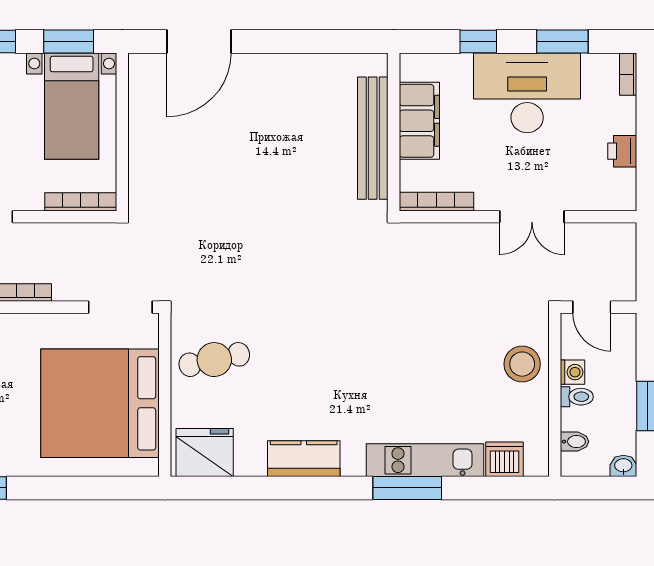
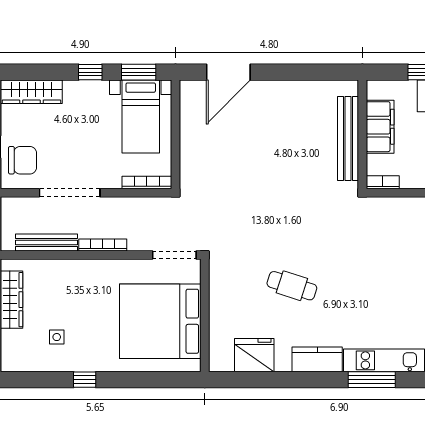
bookcase: (436, 202) -> (383, 182), width x0.64
cafe table: (214, 360) -> (292, 286), moved, turned 30
fridge: (205, 452) -> (254, 355), moved
kitchen counter: (304, 459) -> (317, 359), moved

